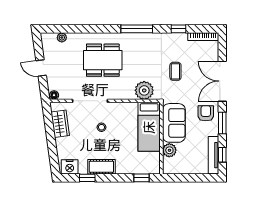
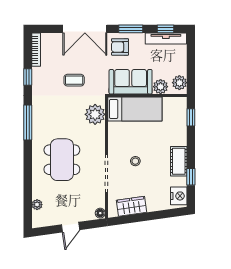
plant: (173, 168) -> (179, 83), added

